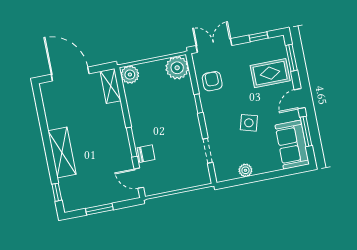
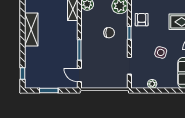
shelving: (62, 152) -> (31, 30), moved
chair: (146, 154) -> (109, 33), moved

